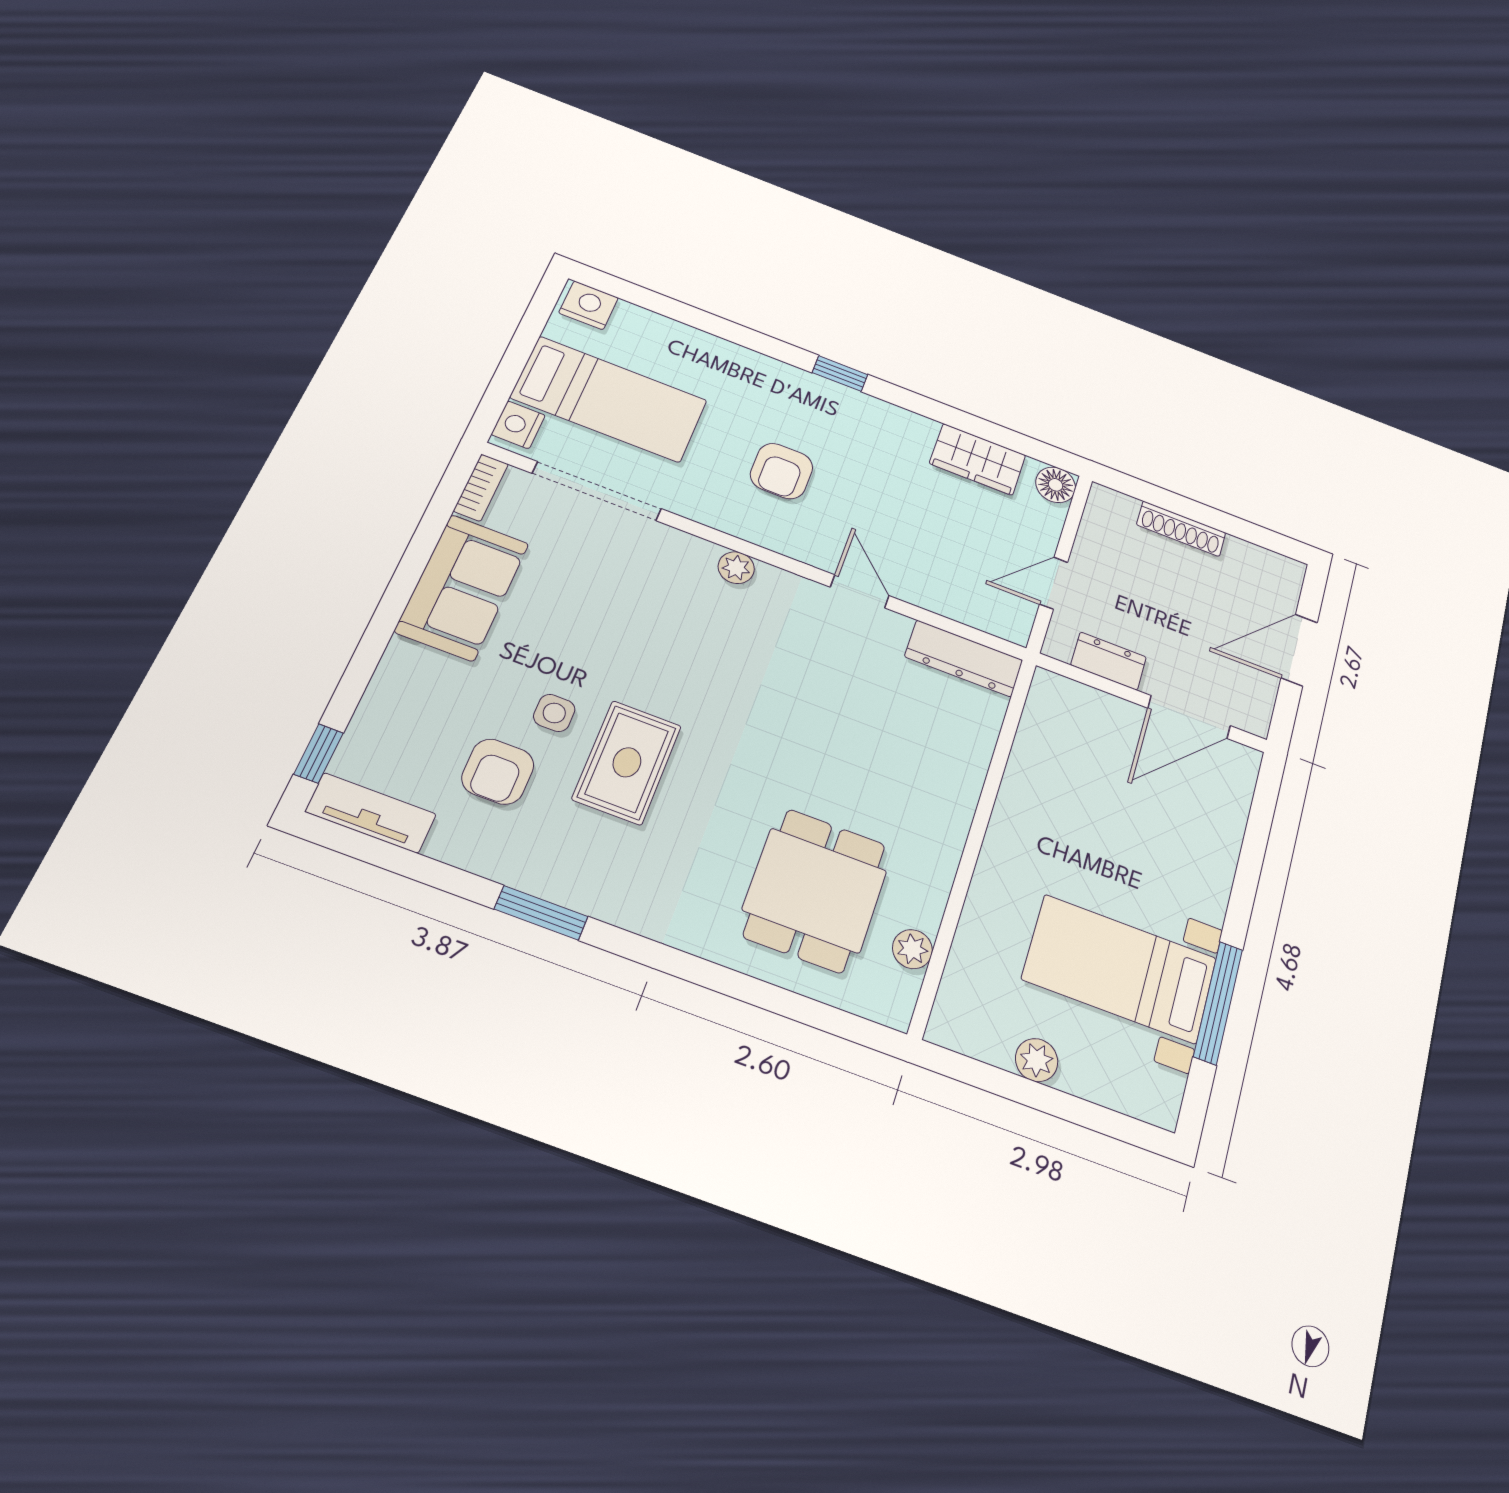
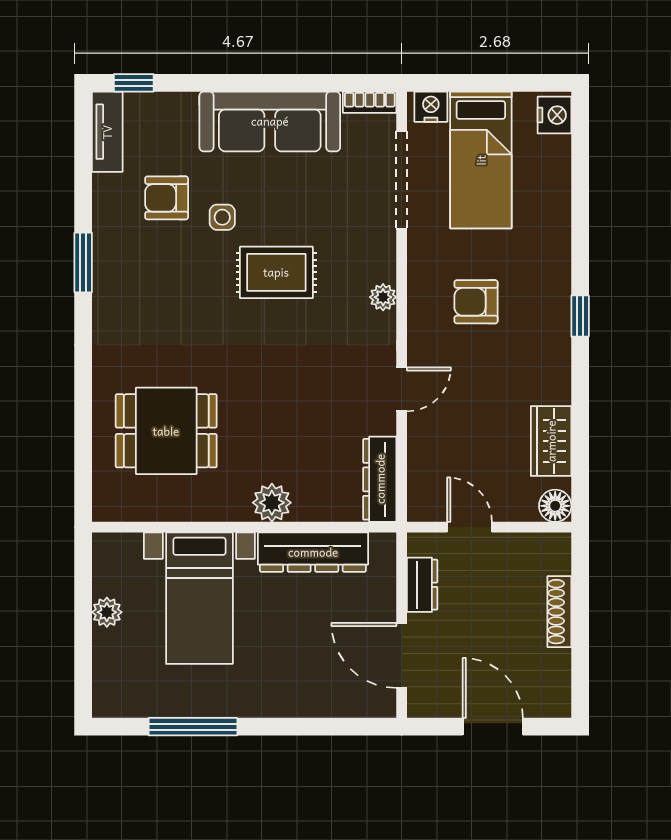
sofa: (462, 587) -> (270, 121), width x1.36
rug: (627, 762) -> (276, 272), moved
dresser: (1032, 770) -> (313, 552), added
plant: (912, 949) -> (272, 503), moved, width x1.38, depth x1.38
bed with nightstands: (1120, 969) -> (199, 598), moved, turned 180

